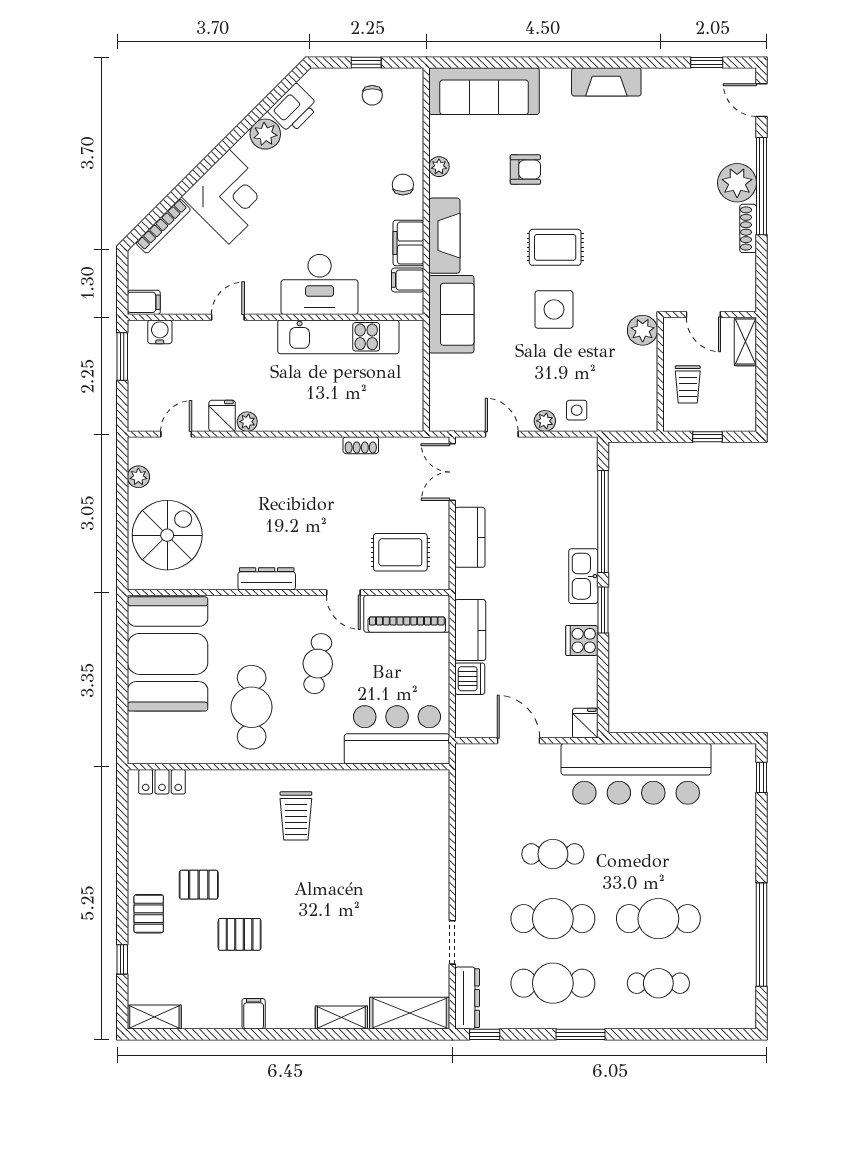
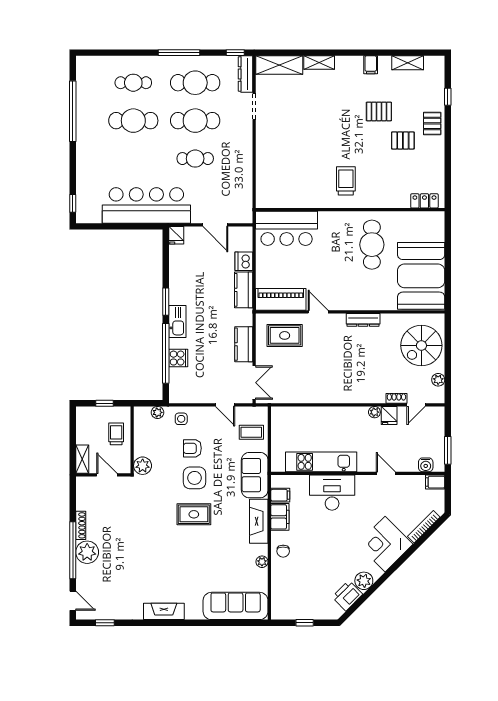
chair: (372, 95) -> (301, 603), removed
armchair: (525, 170) -> (192, 448), moved
door: (228, 317) -> (386, 473), swing flipped
coffee table: (457, 387) -> (251, 432), added
plant: (545, 421) -> (157, 412), moved
shoe rack: (361, 445) -> (396, 398), moved
cooker: (582, 641) -> (178, 358), moved
cafe table: (318, 664) -> (333, 270), removed
shelving: (154, 1017) -> (408, 63), moved
window: (580, 1034) -> (179, 53), width x1.44

